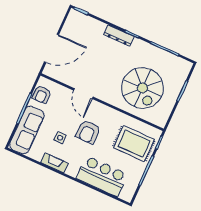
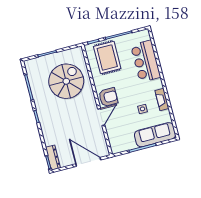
dresser: (119, 35) -> (53, 158), moved
armchair: (42, 94) -> (124, 144), removed
armchair: (88, 132) -> (108, 97), moved

